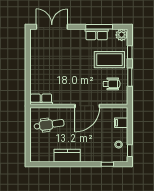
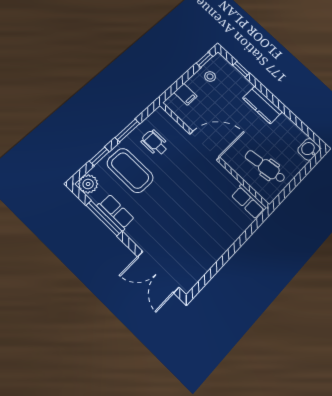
washbasin: (36, 155) -> (309, 149), added
kitchen counter: (67, 156) -> (262, 105), moved

